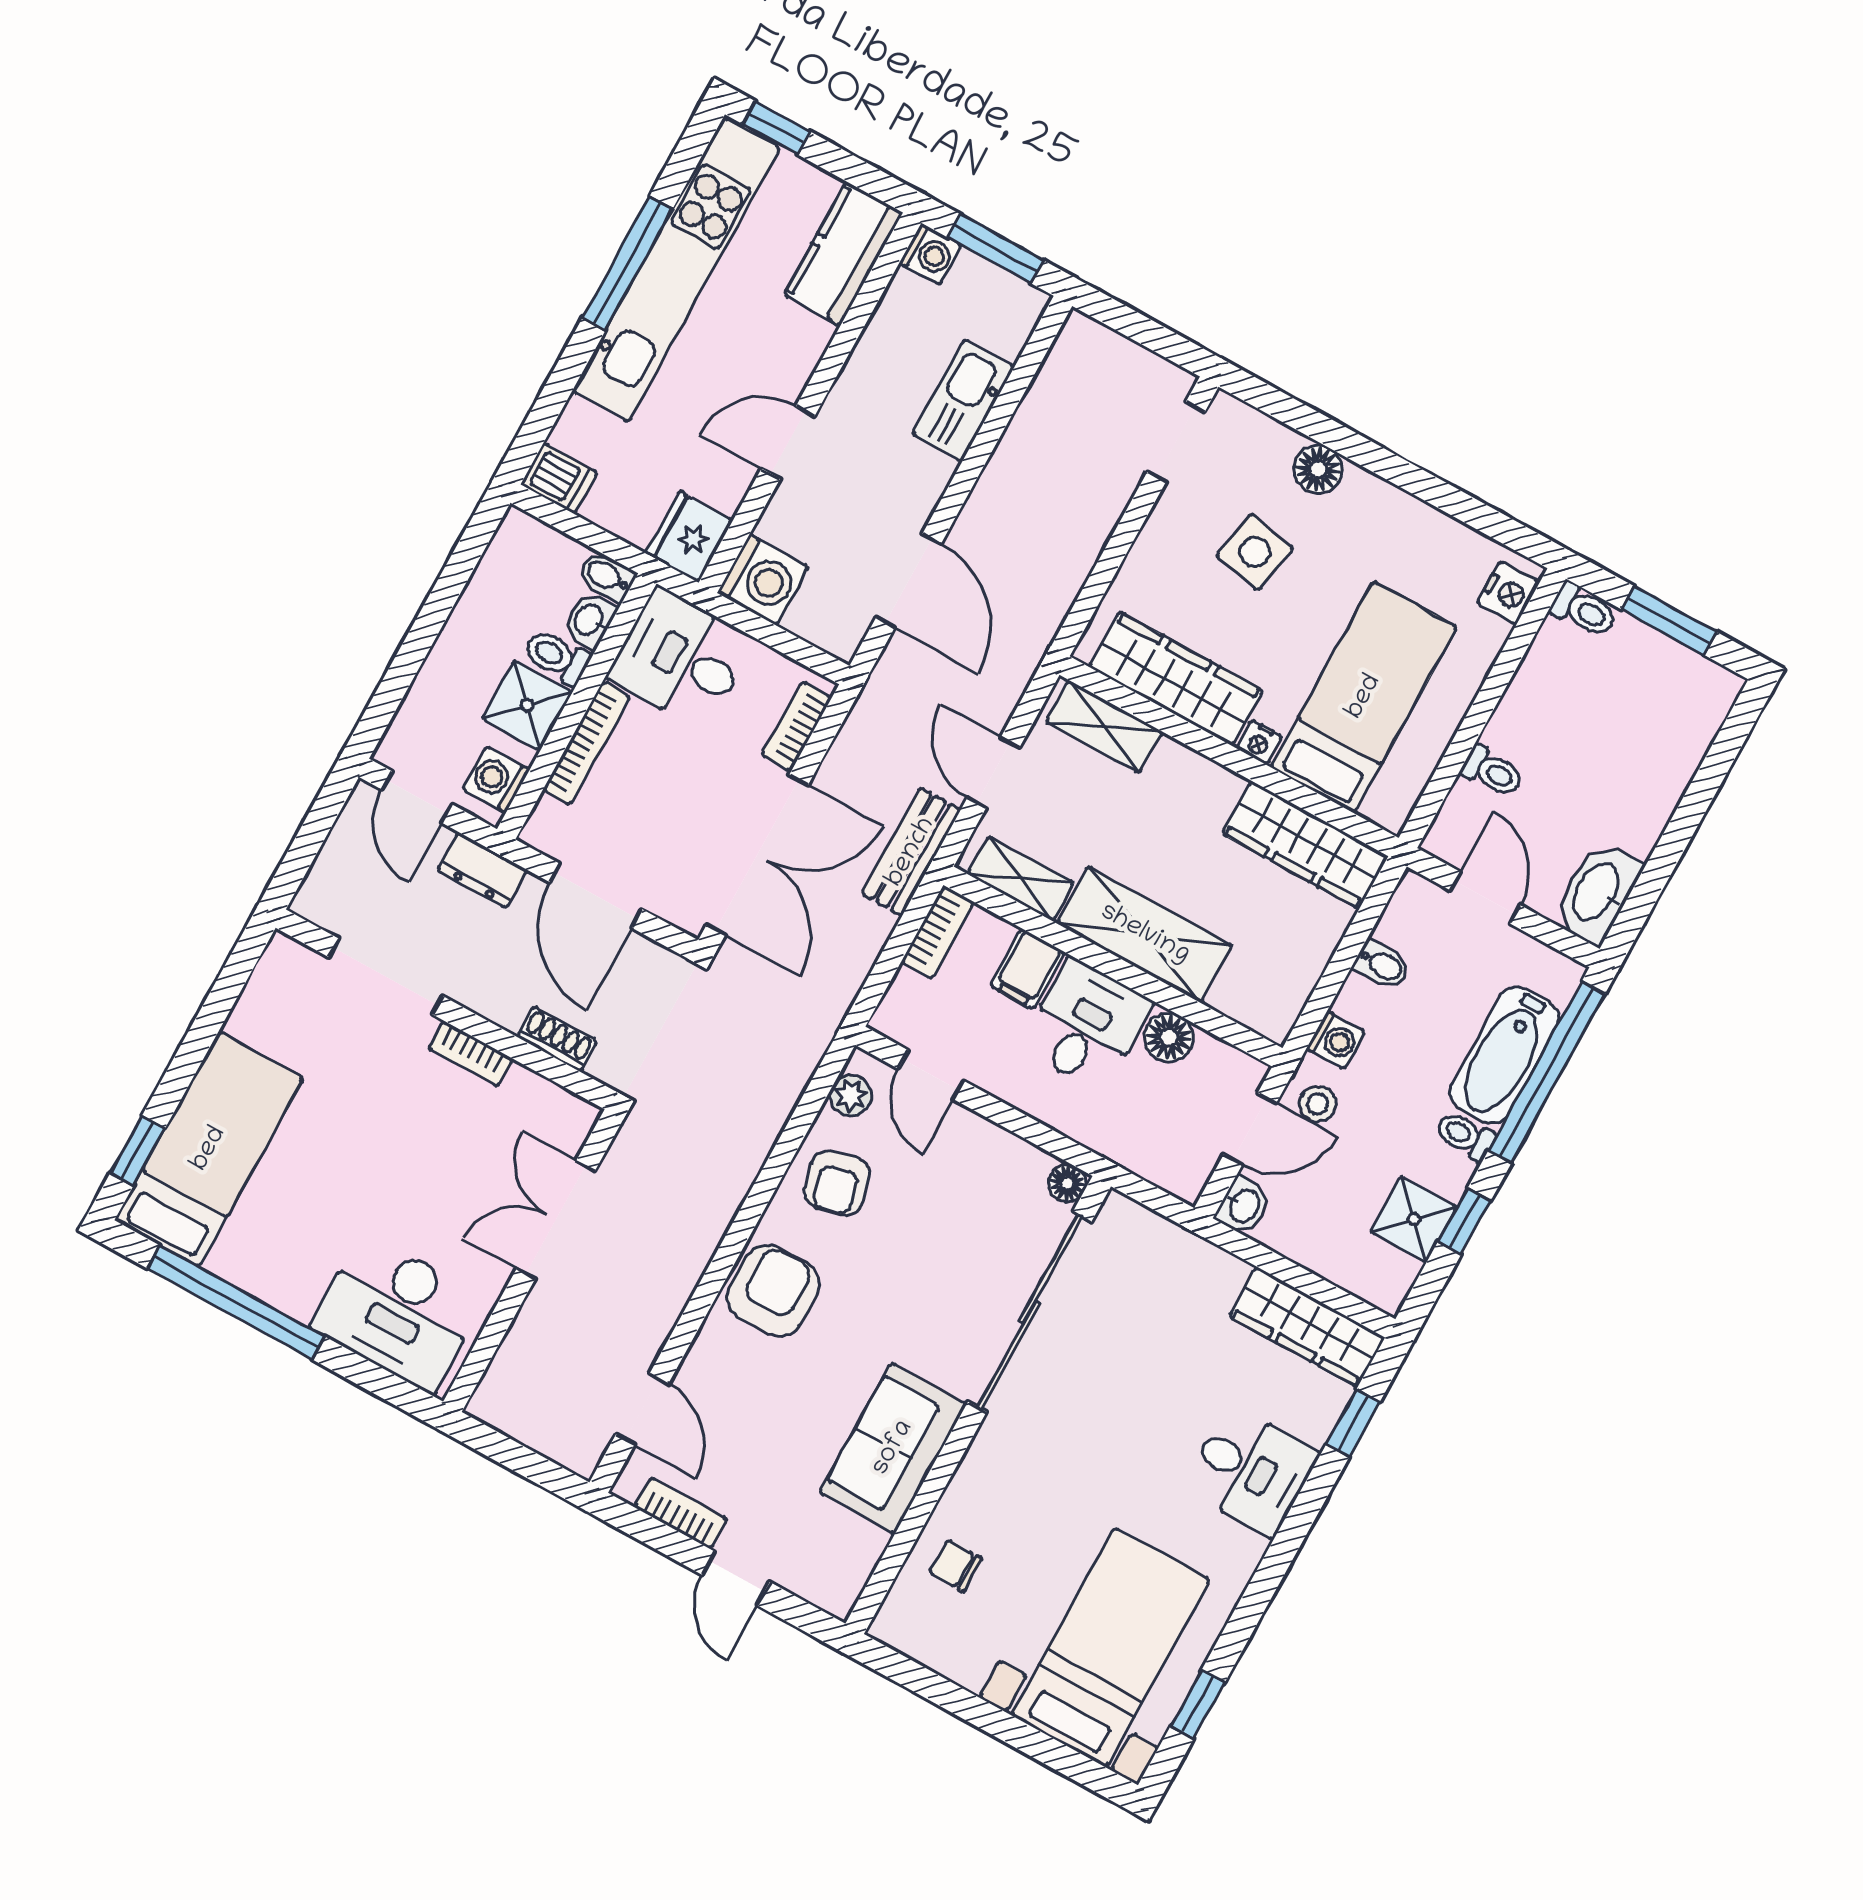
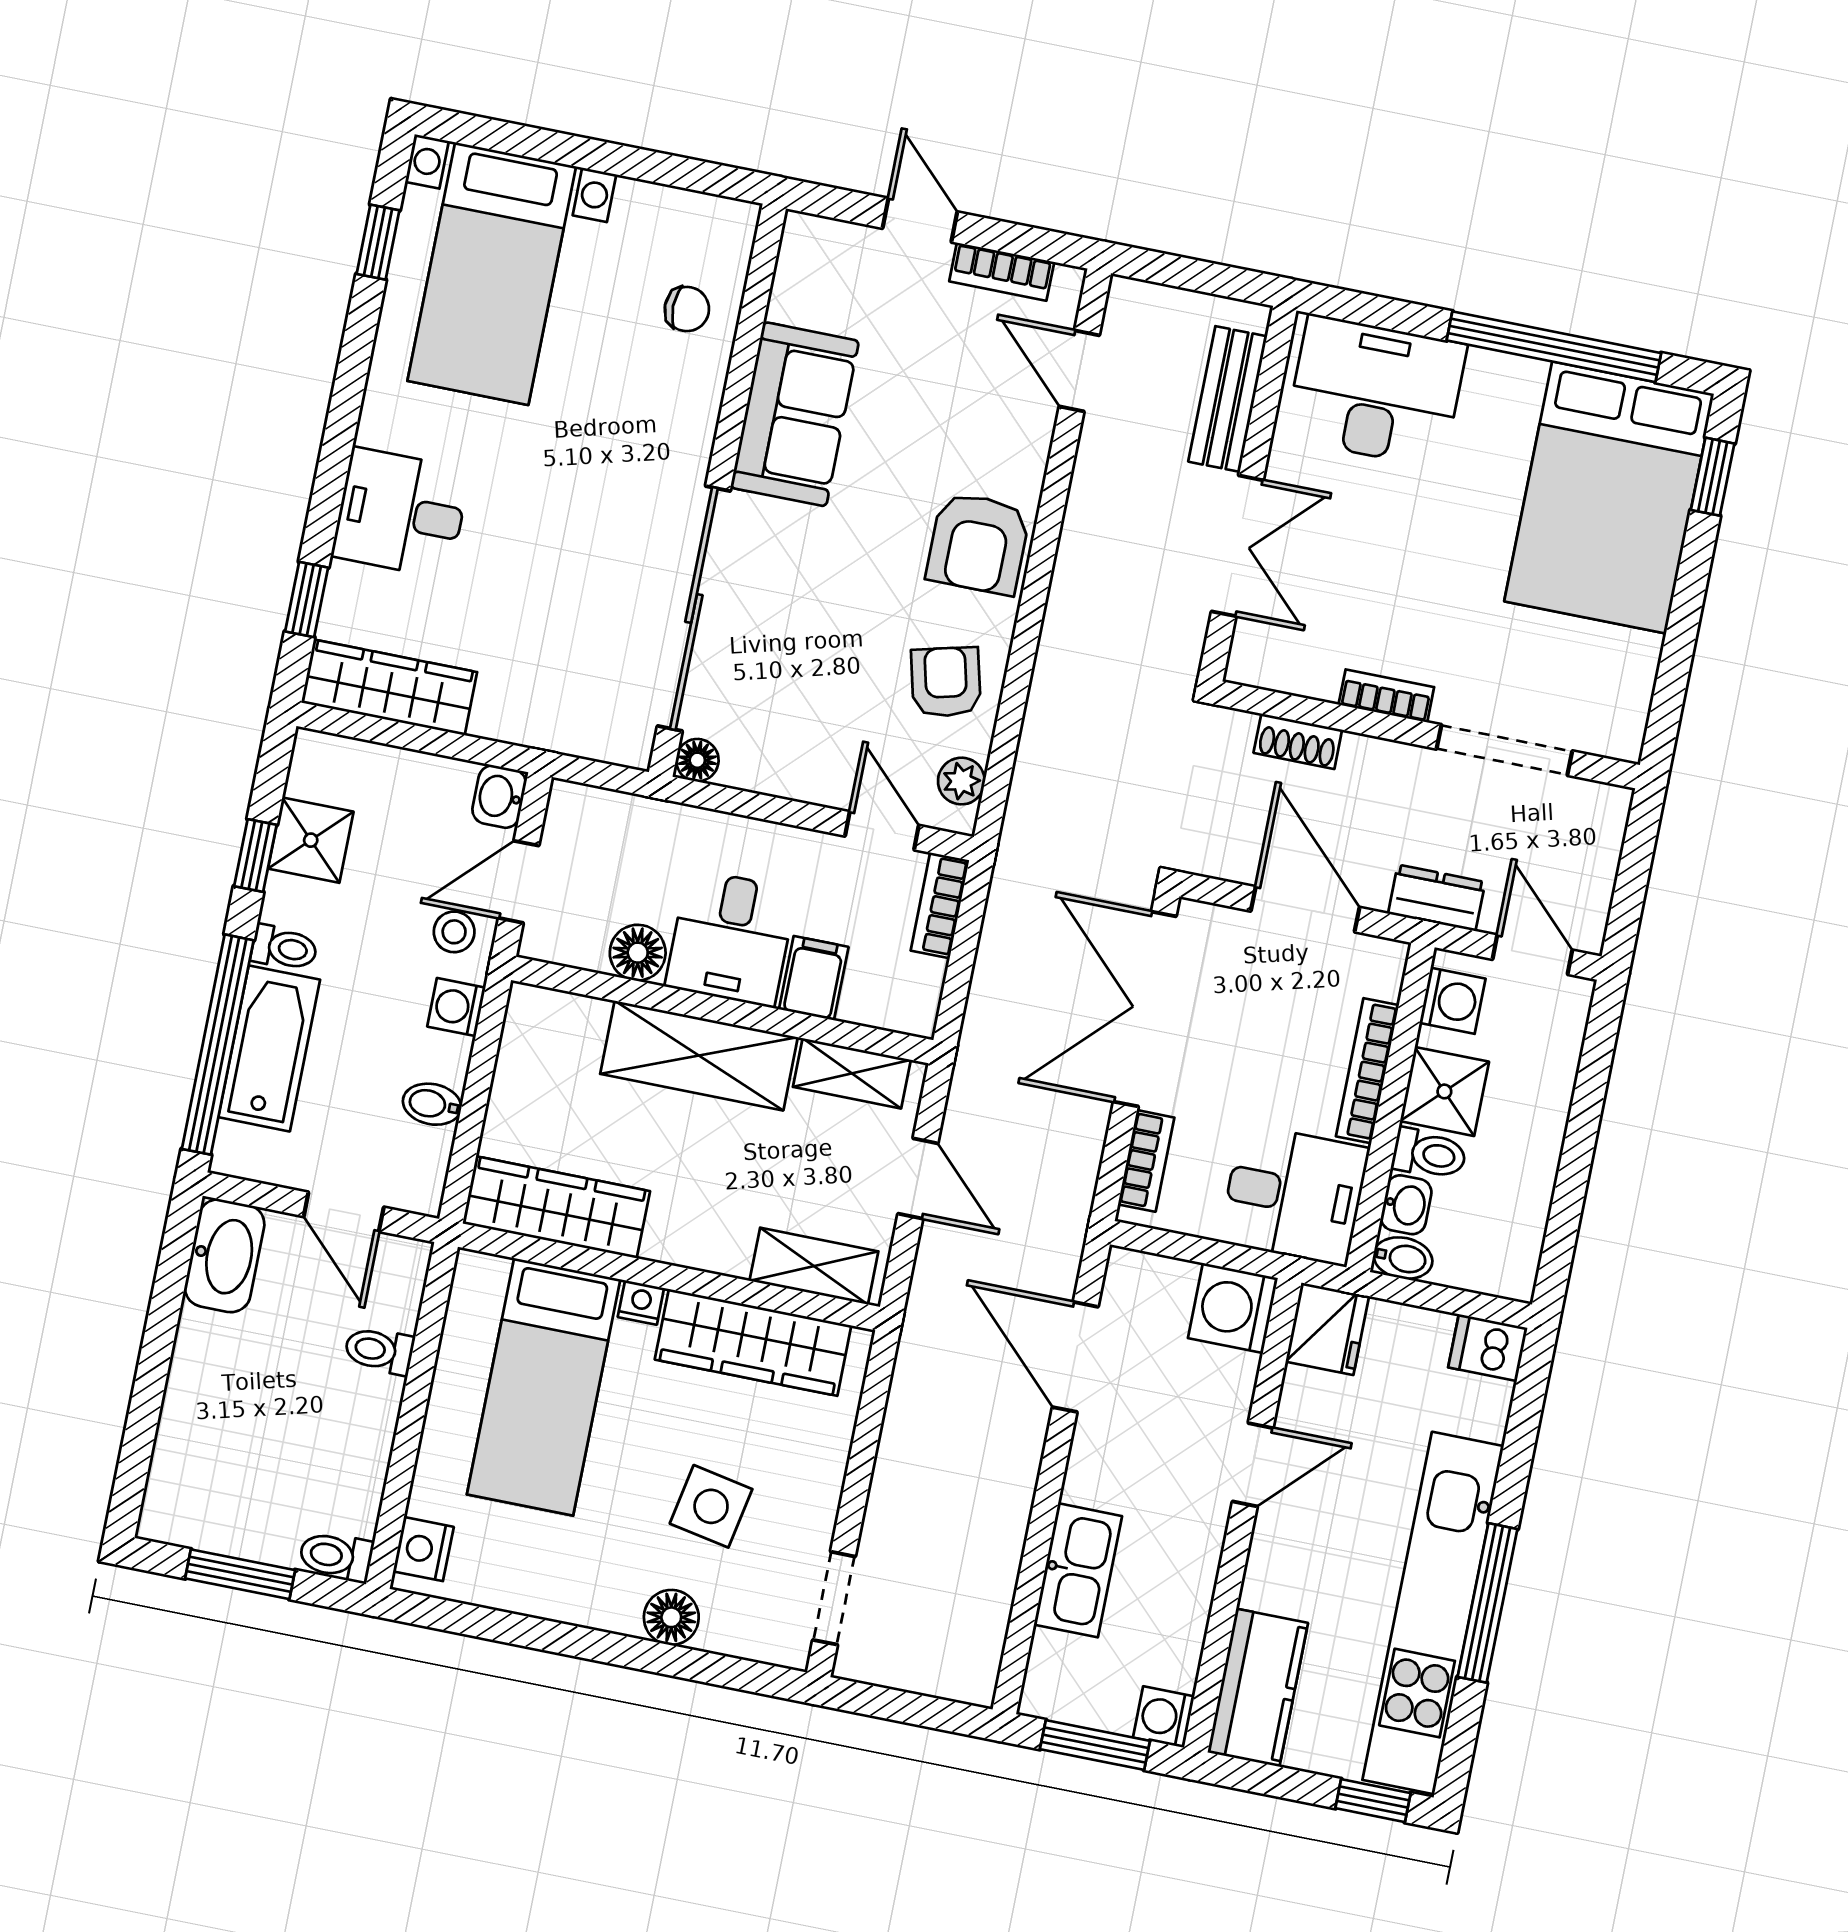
bench: (911, 852) -> (1228, 399), moved
bookcase: (937, 932) -> (940, 905), moved
bed: (209, 1149) -> (1609, 498), width x1.50

